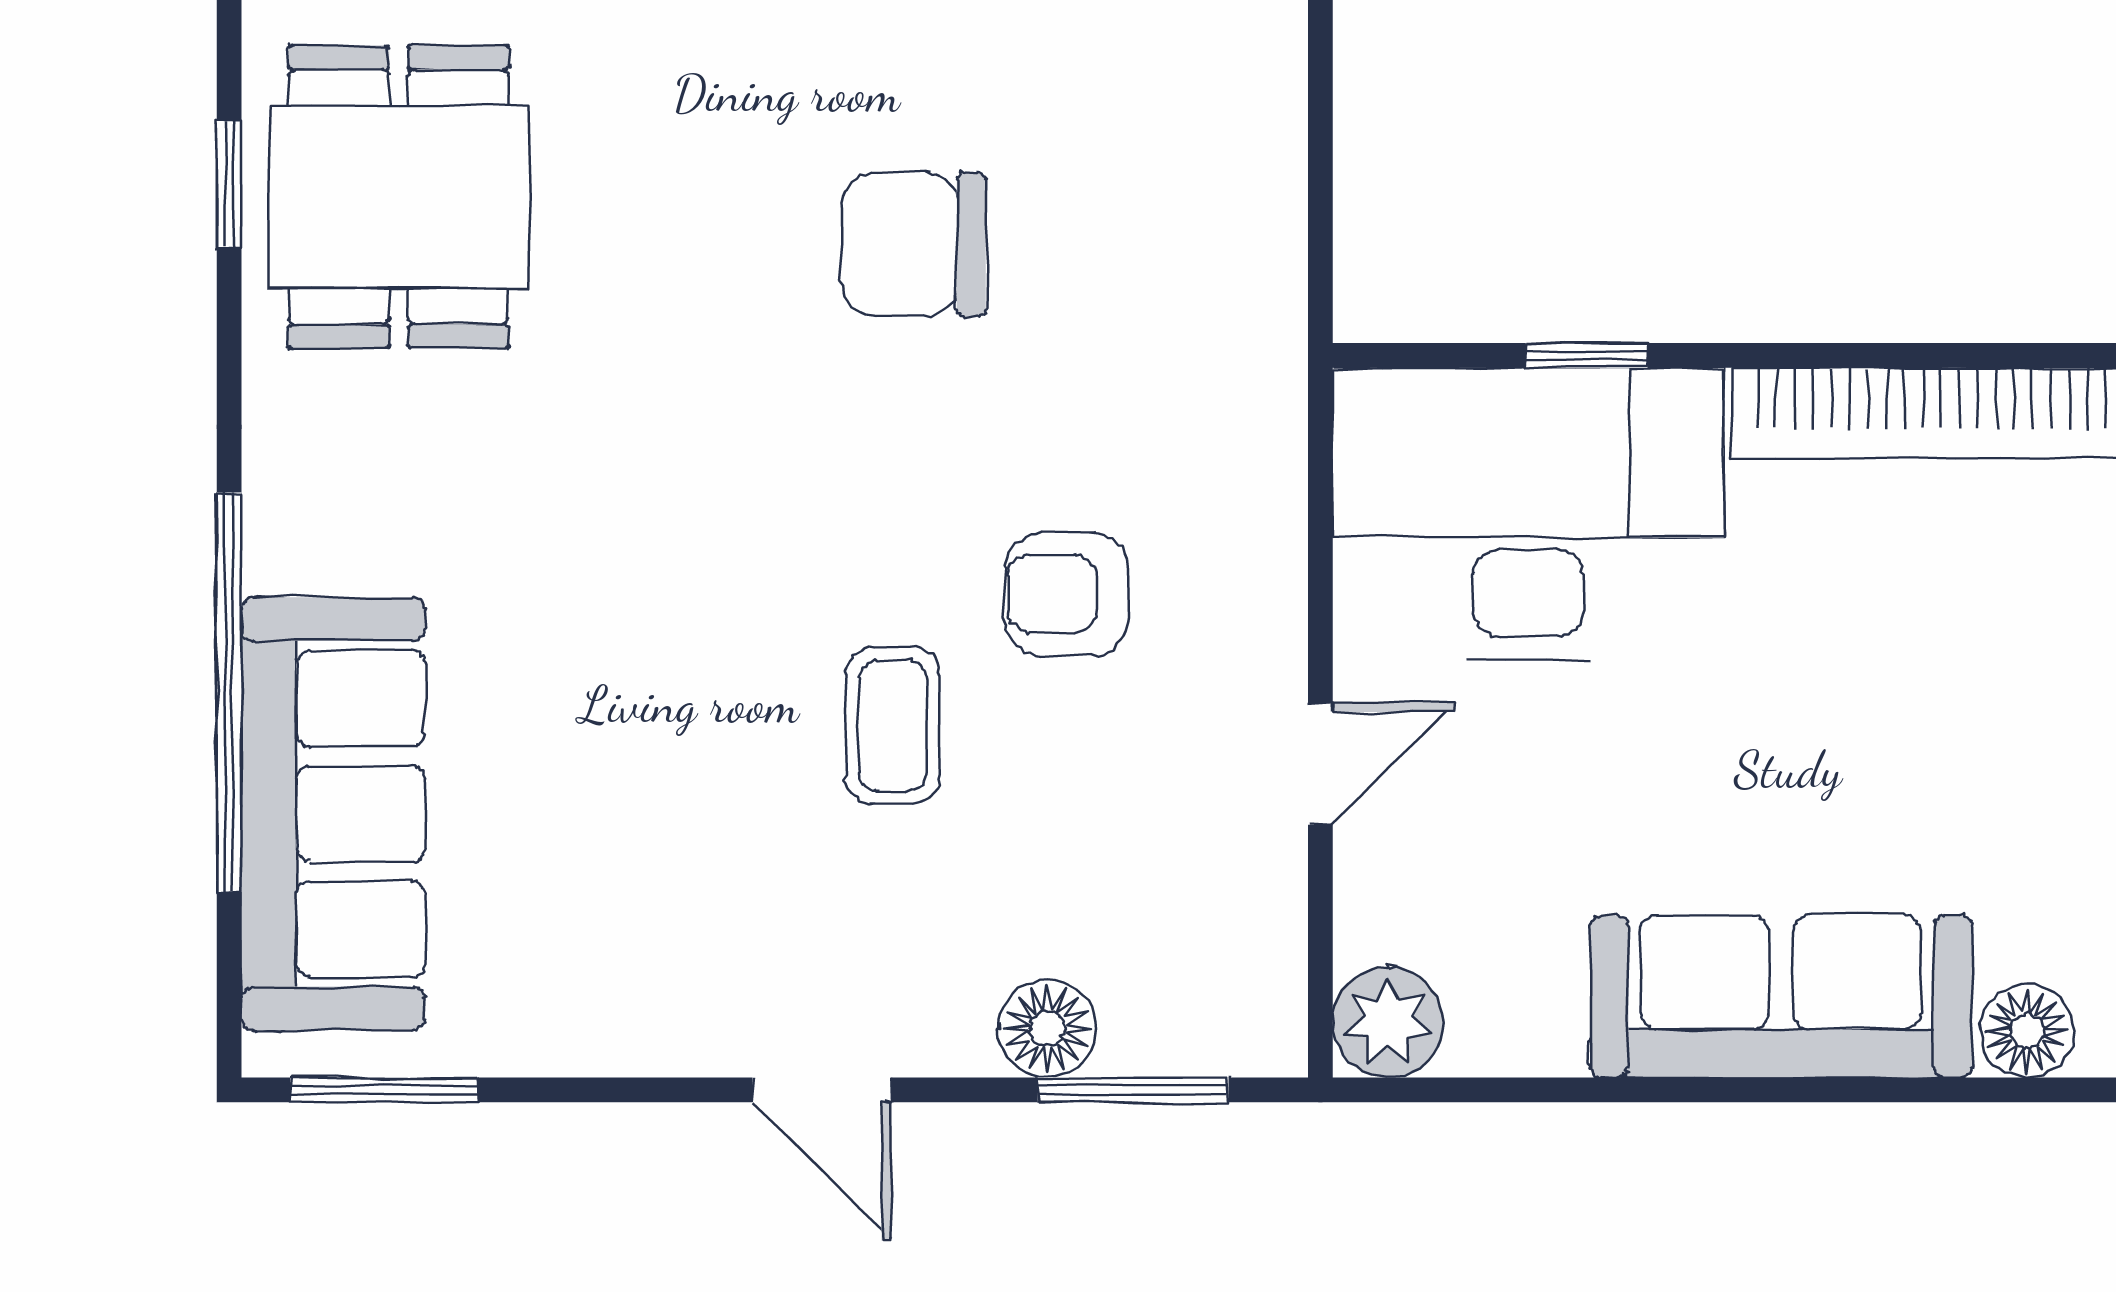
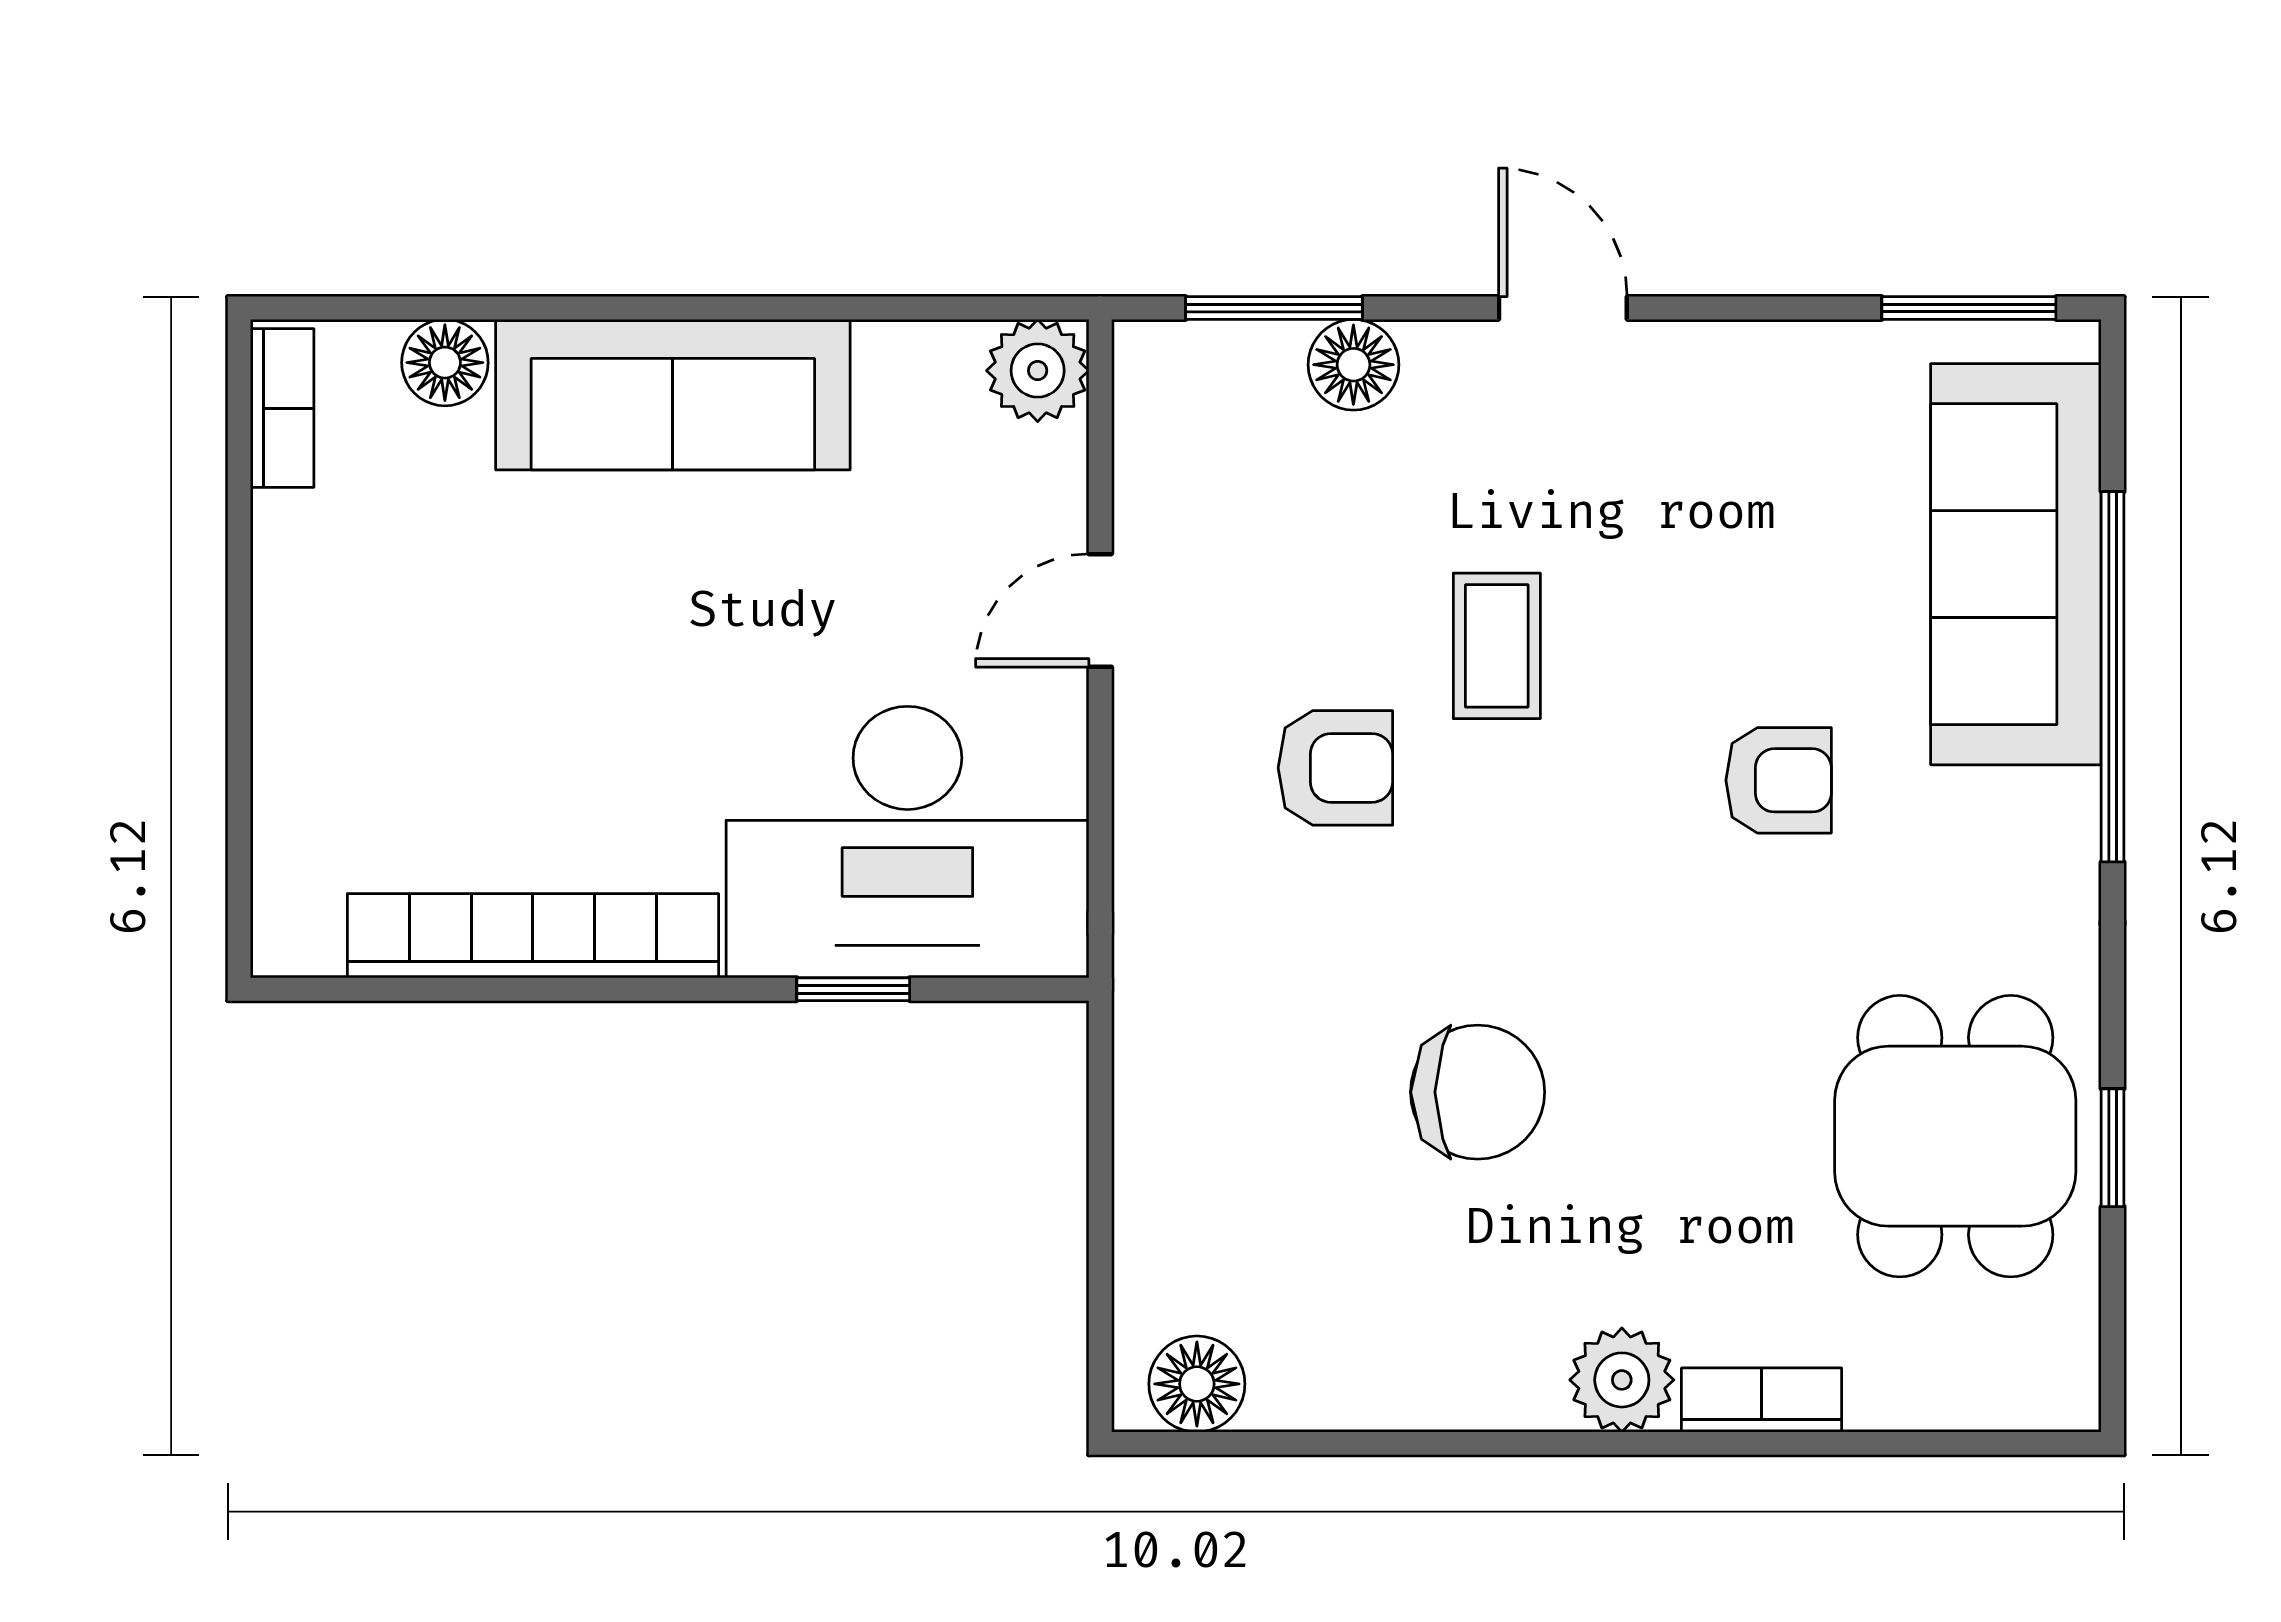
armchair: (589, 581) -> (1779, 780), added

